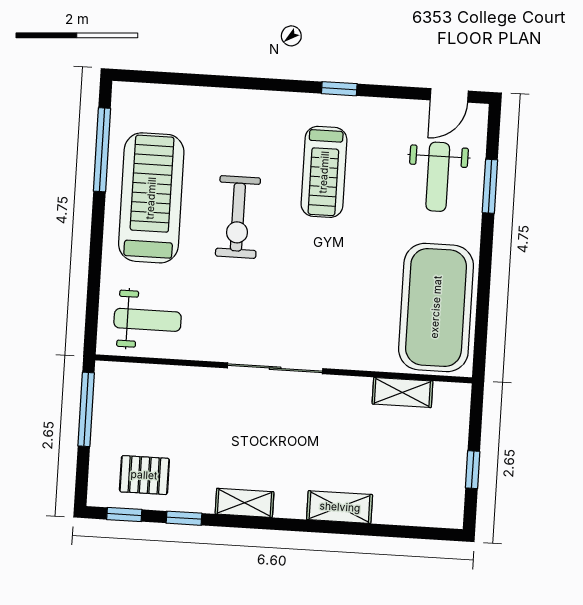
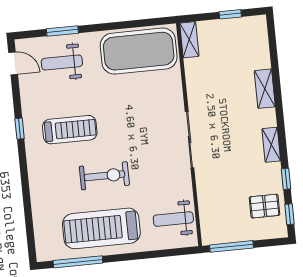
weight bench: (438, 177) -> (62, 63), turned 180
weight bench: (148, 320) -> (173, 219), turned -90
shelving: (402, 392) -> (189, 40), moved
pallet: (144, 475) -> (265, 206), turned 90

